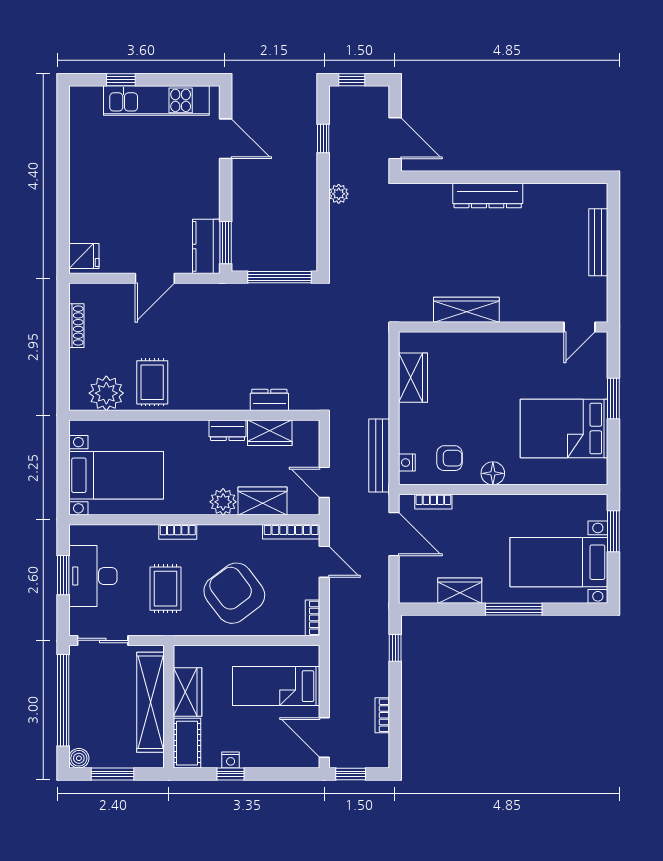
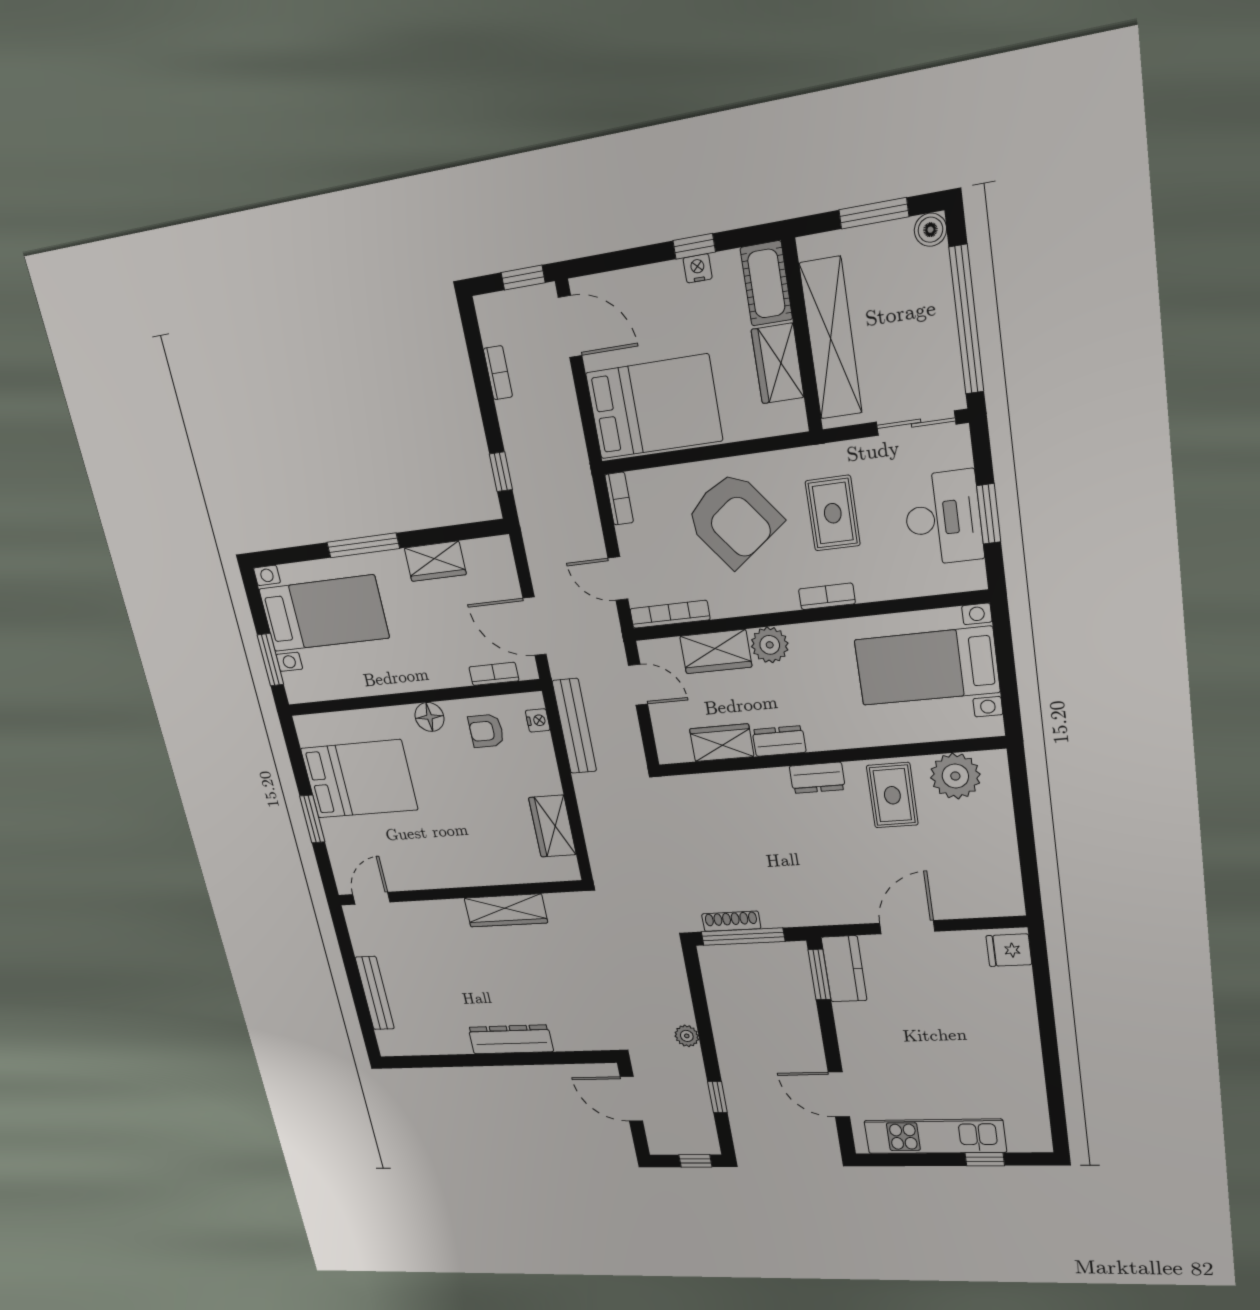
shoe rack: (76, 326) -> (731, 921), moved, turned 90
dresser: (269, 400) -> (817, 778), moved
bed: (276, 686) -> (654, 407), width x1.50

